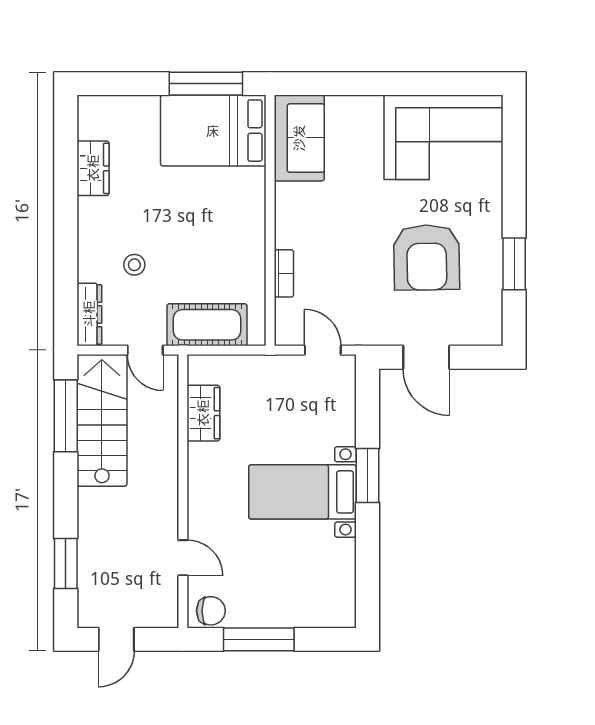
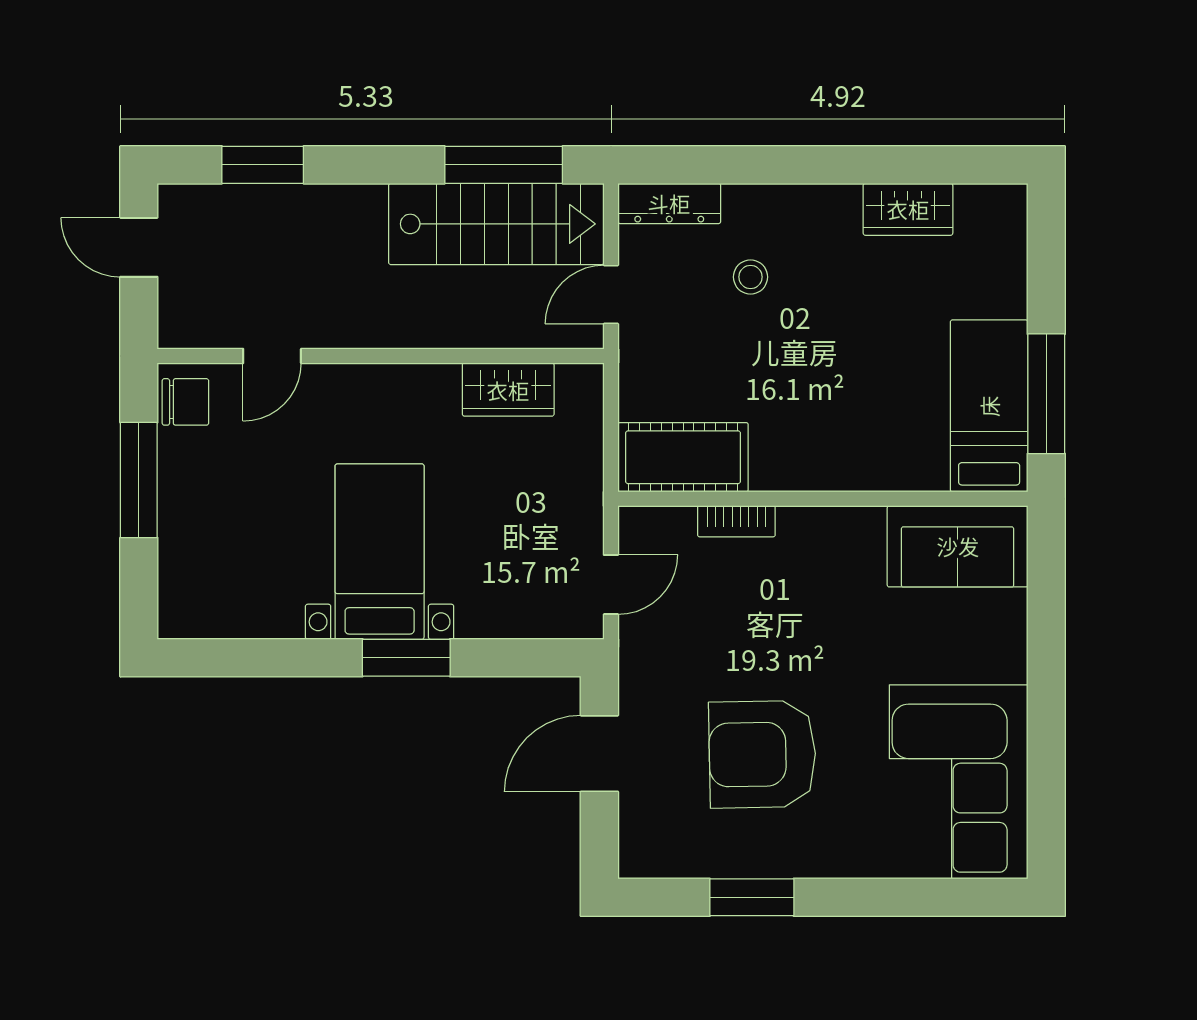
bed: (213, 131) -> (989, 406), width x0.67
cot: (207, 325) -> (683, 457), moved, turned 90
chair: (211, 611) -> (185, 402), turned -90

